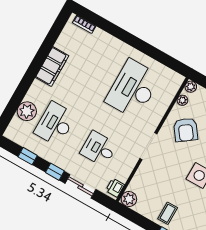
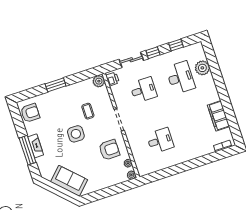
filing cabinet: (52, 66) -> (218, 116), moved
desk: (133, 89) -> (160, 141), width x0.53, depth x0.77
armchair: (186, 130) -> (109, 150), turned 126
coffee table: (168, 213) -> (88, 111), moved

